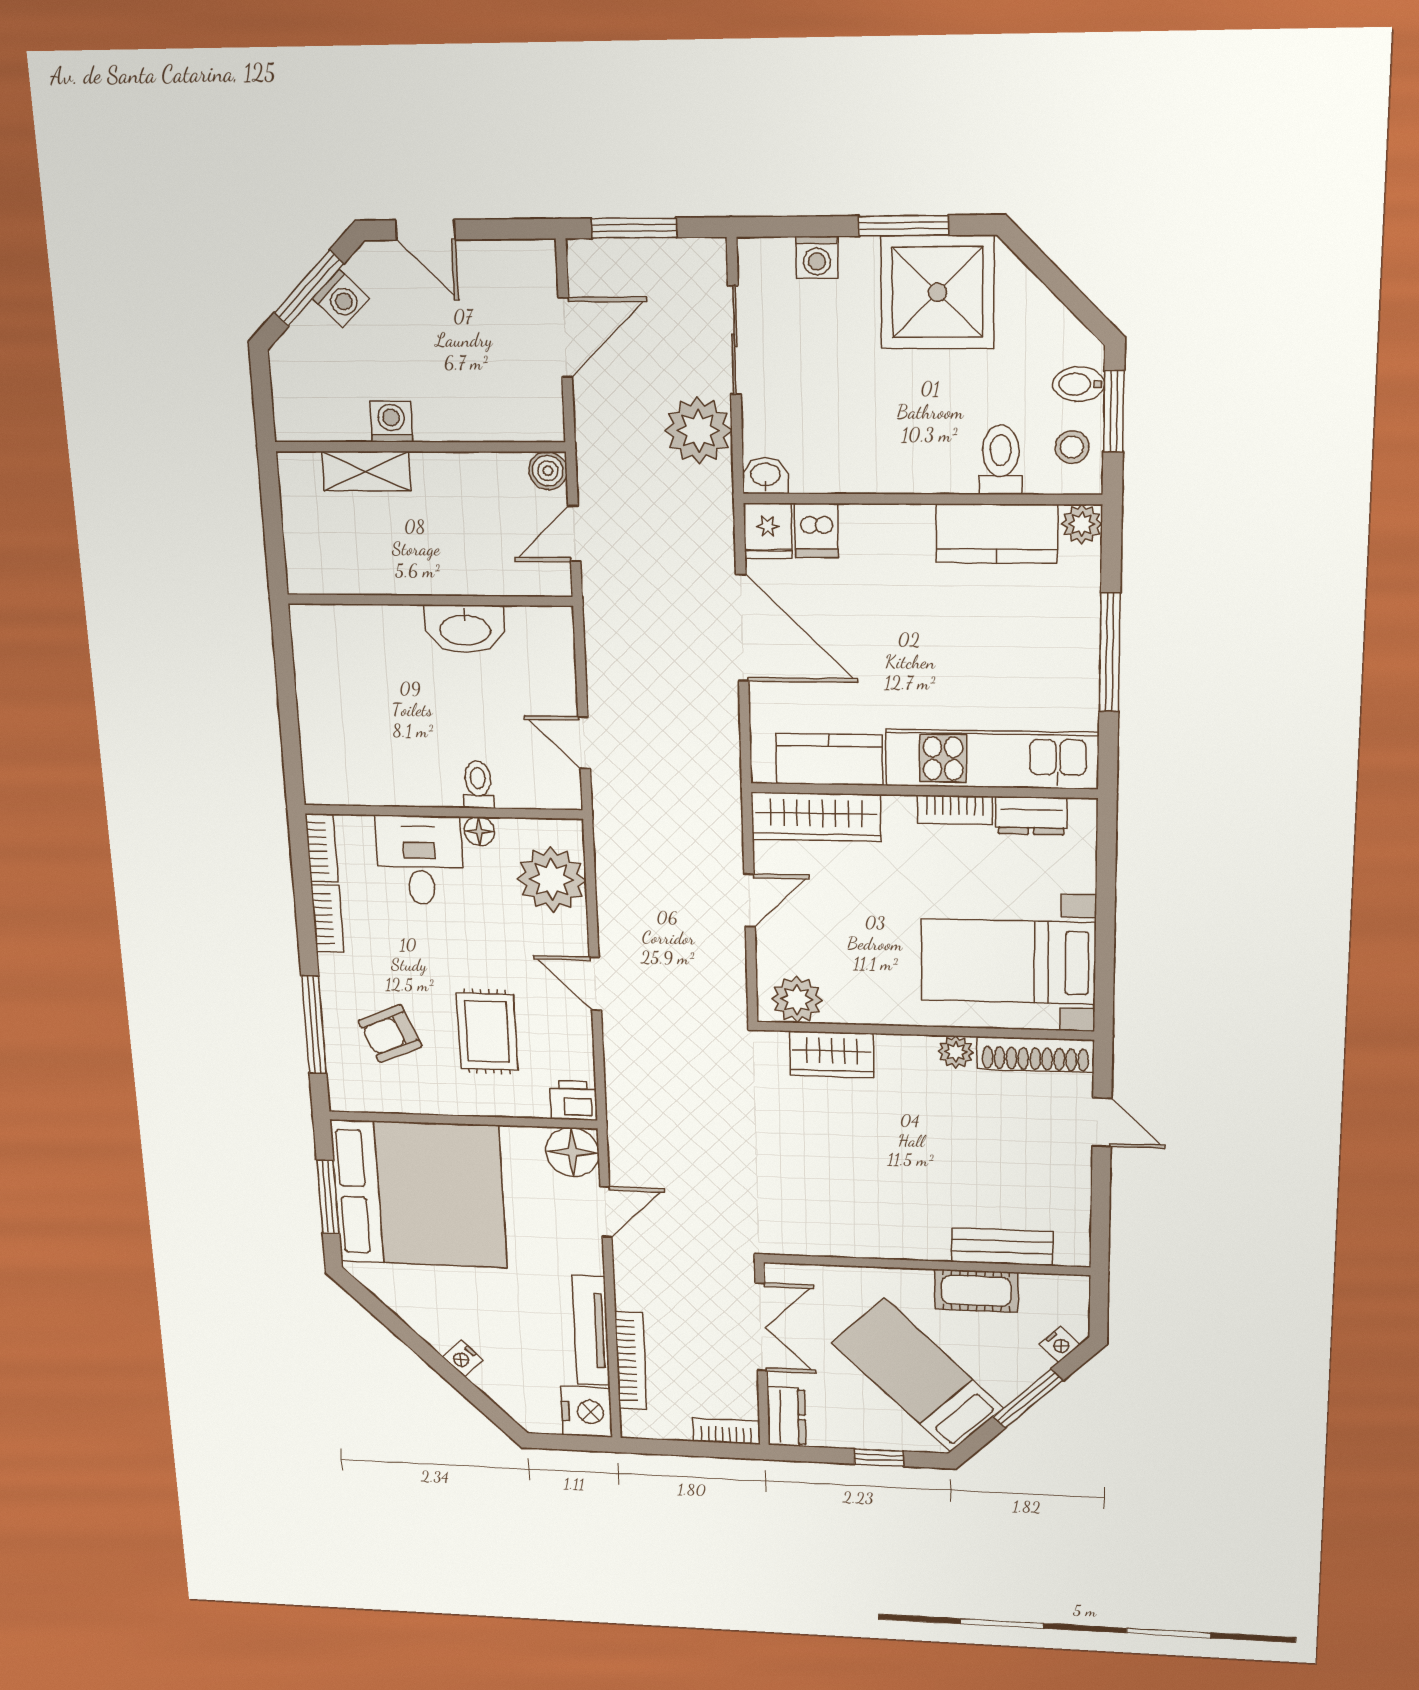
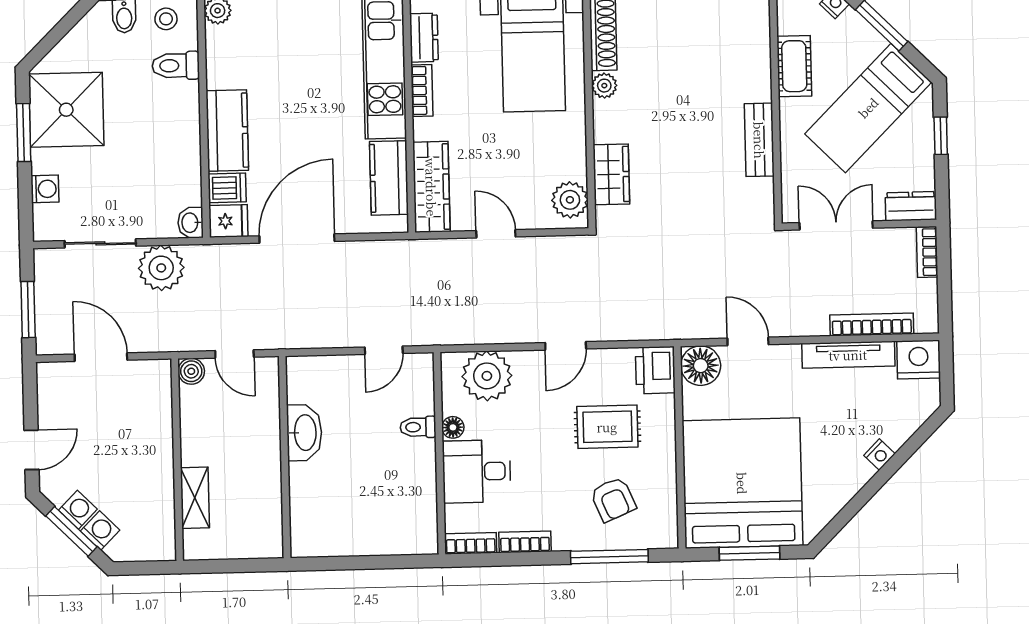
washing machine: (391, 422) -> (100, 531), moved, turned 135
kitchen counter: (997, 534) -> (227, 130), moved
printer: (574, 1100) -> (655, 370), width x1.36, depth x1.24
bench: (1002, 1247) -> (759, 140), moved

